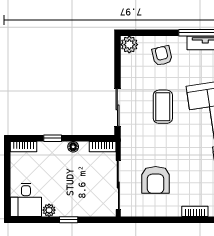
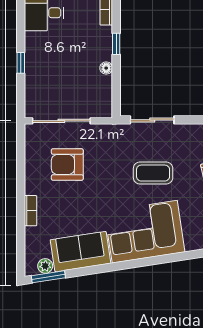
bookcase: (103, 147) -> (106, 103), removed
plant: (49, 210) -> (32, 40), removed

